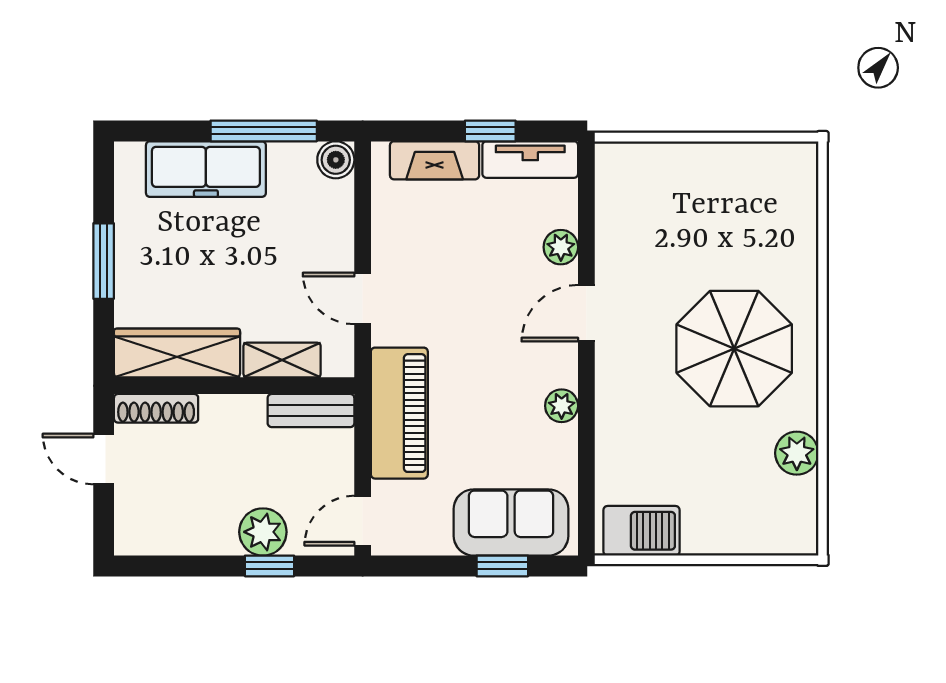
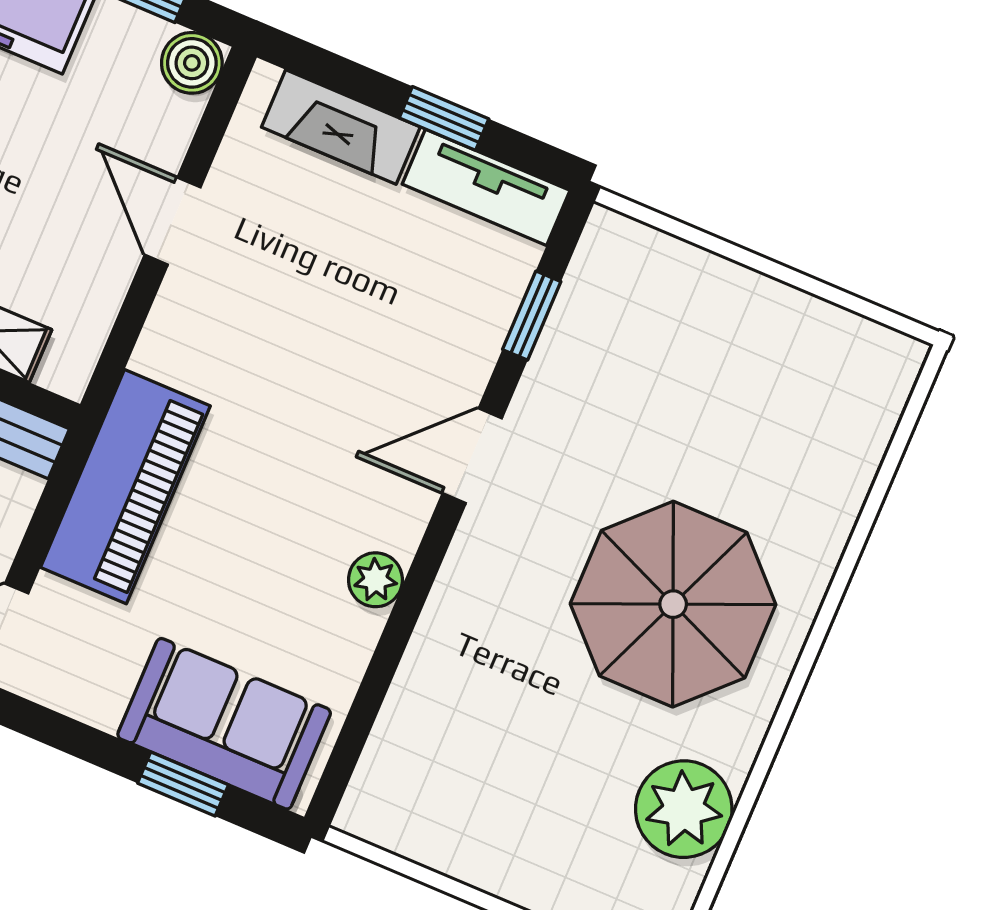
window: (586, 221) -> (532, 316), added
plant: (561, 247) -> (476, 339), removed
door: (363, 298) -> (173, 221), moved
plant: (797, 453) -> (684, 809), width x1.36, depth x1.36
barbecue: (642, 531) -> (416, 820), removed

